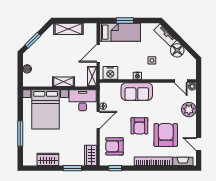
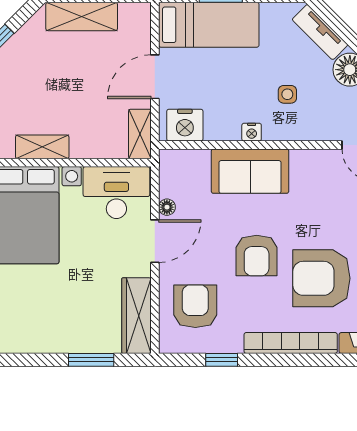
shelving: (63, 82) -> (42, 147), moved
armchair: (166, 135) -> (321, 278), turned -90
armchair: (115, 146) -> (195, 306), turned 90
wardrobe: (91, 155) -> (136, 316), width x1.50
wardrobe: (48, 159) -> (31, 338), removed
window: (115, 168) -> (222, 360), moved

